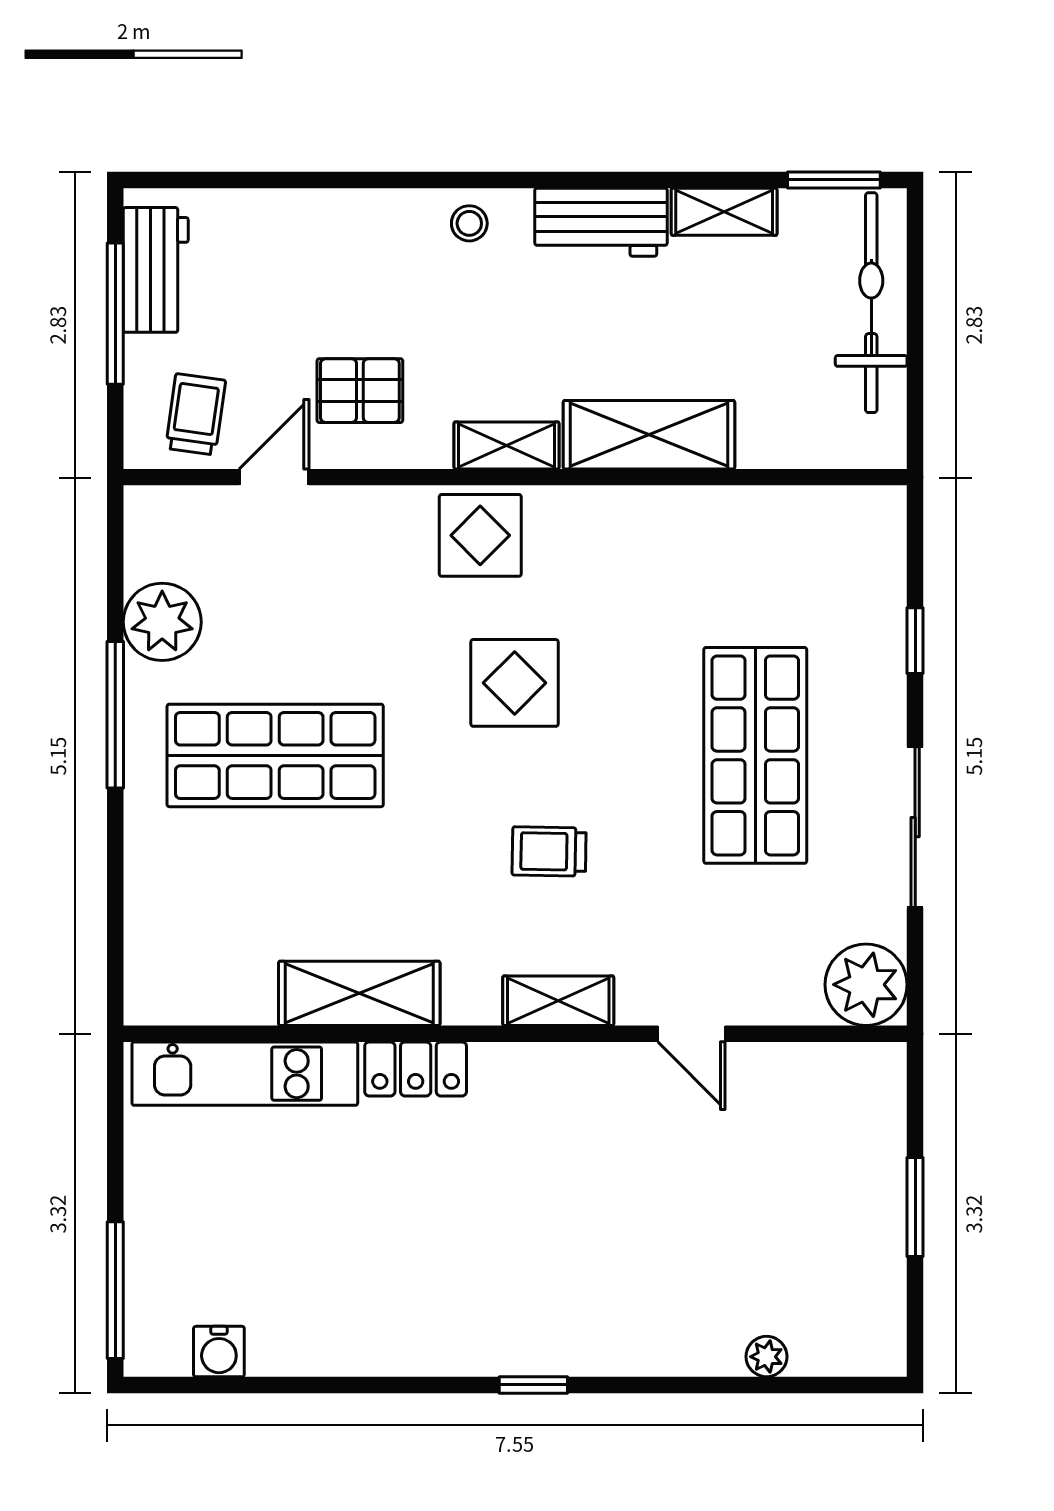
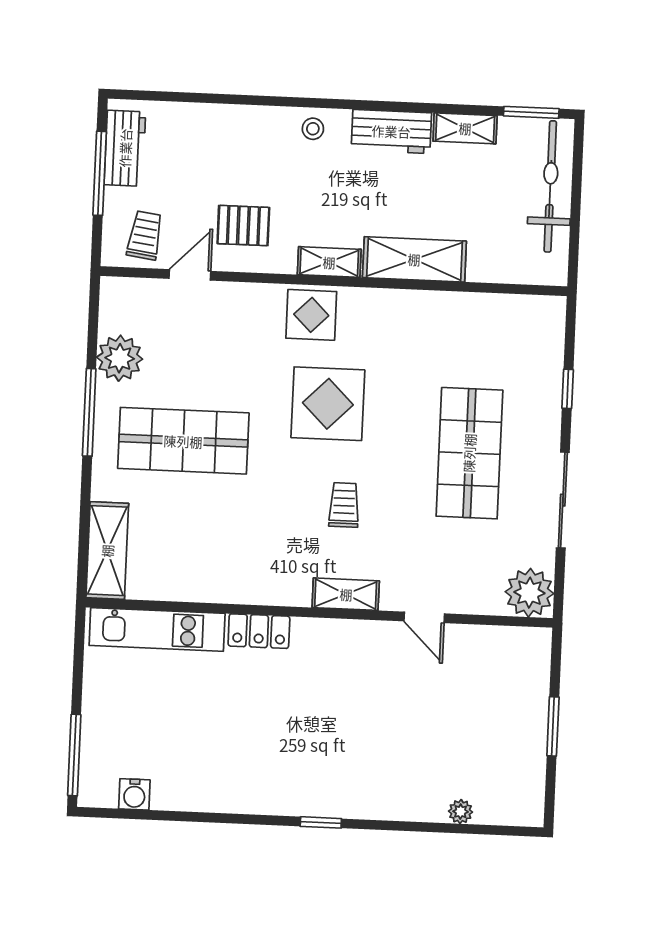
display table: (515, 683) -> (328, 404), width x1.36, depth x1.36
trolley: (549, 851) -> (344, 505), turned 89
shelving: (359, 993) -> (107, 551), moved, turned 90

